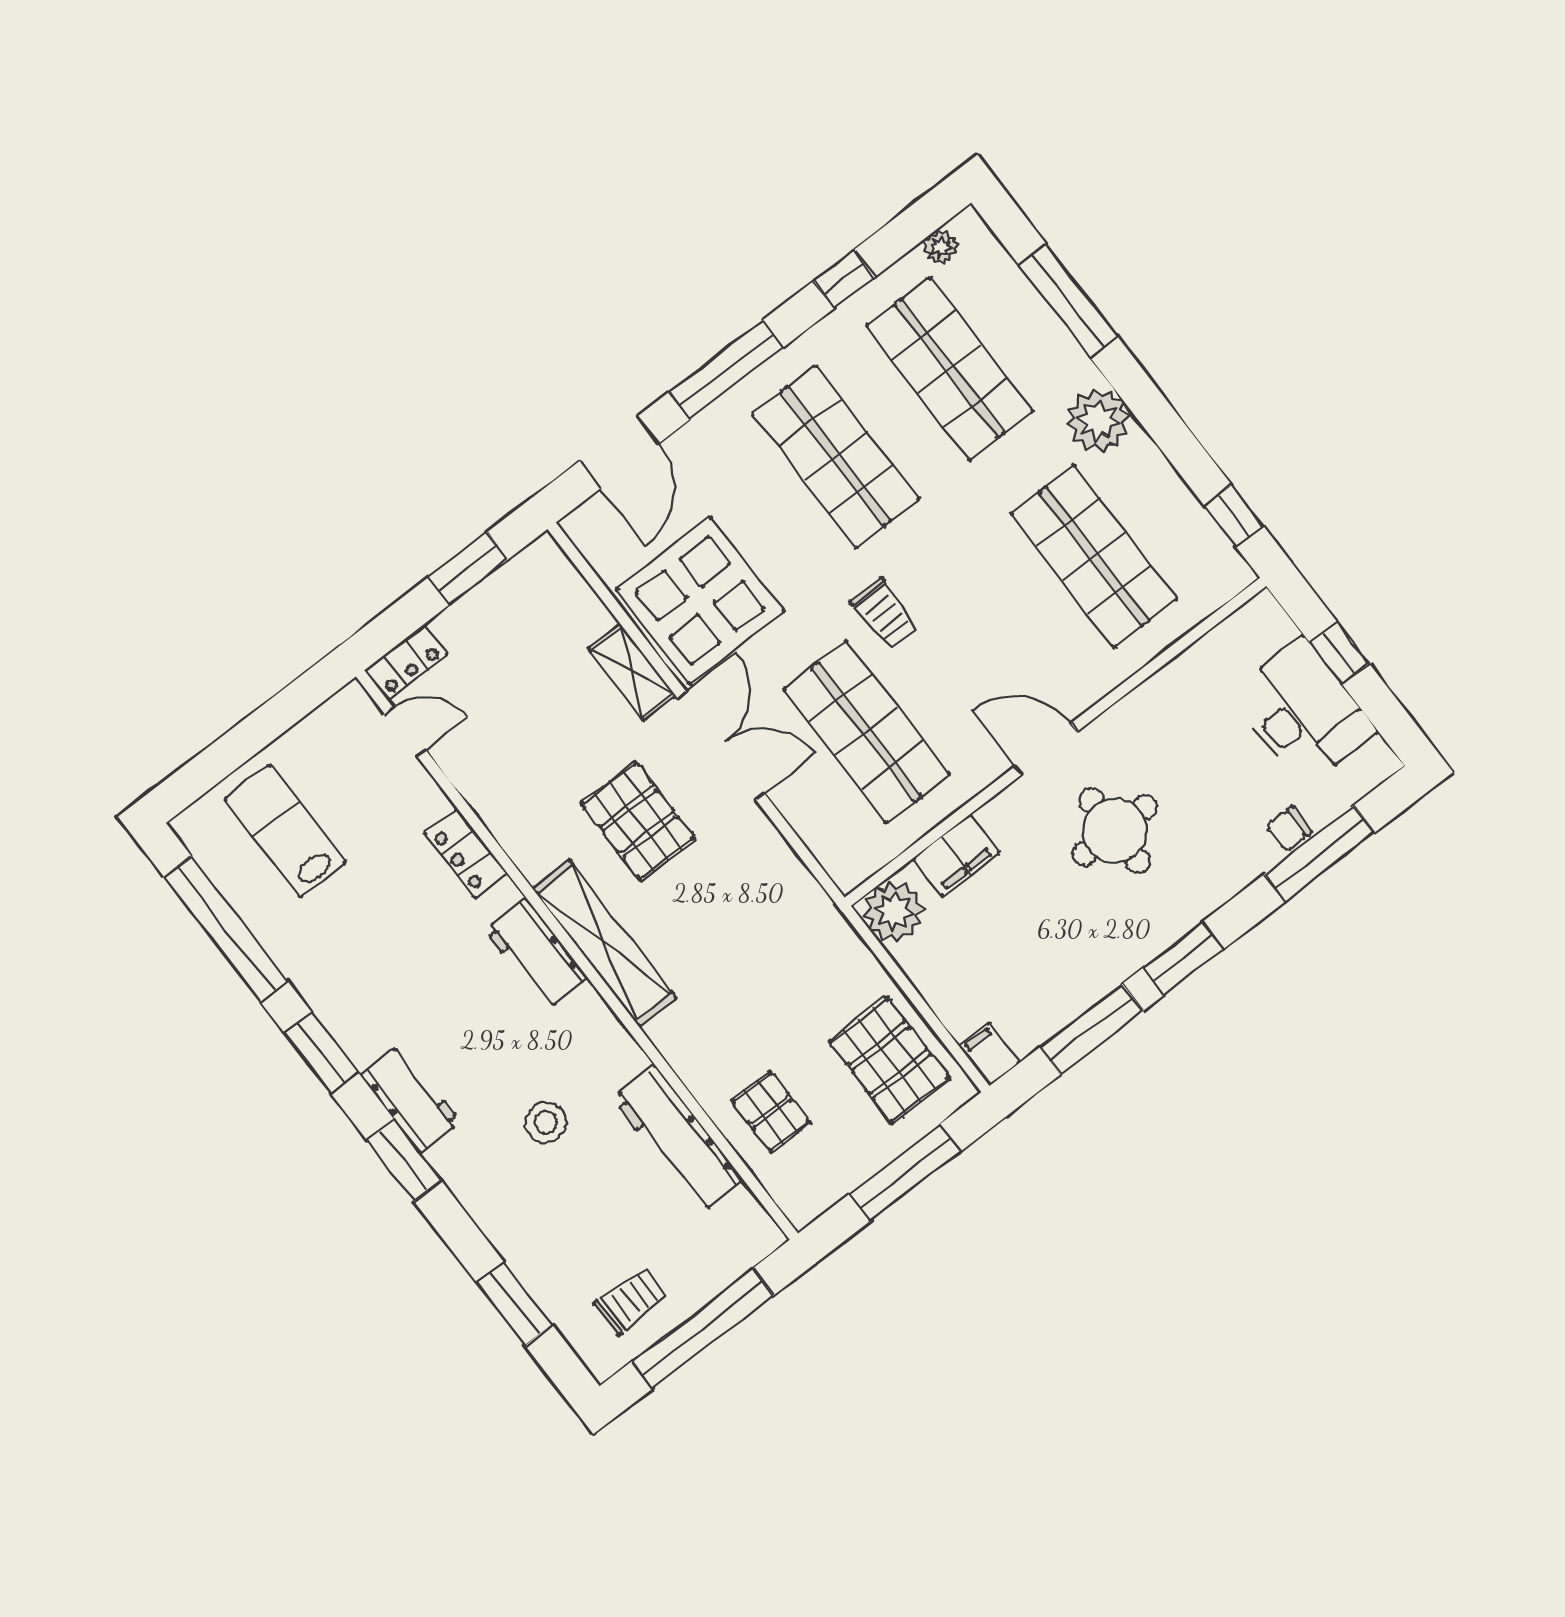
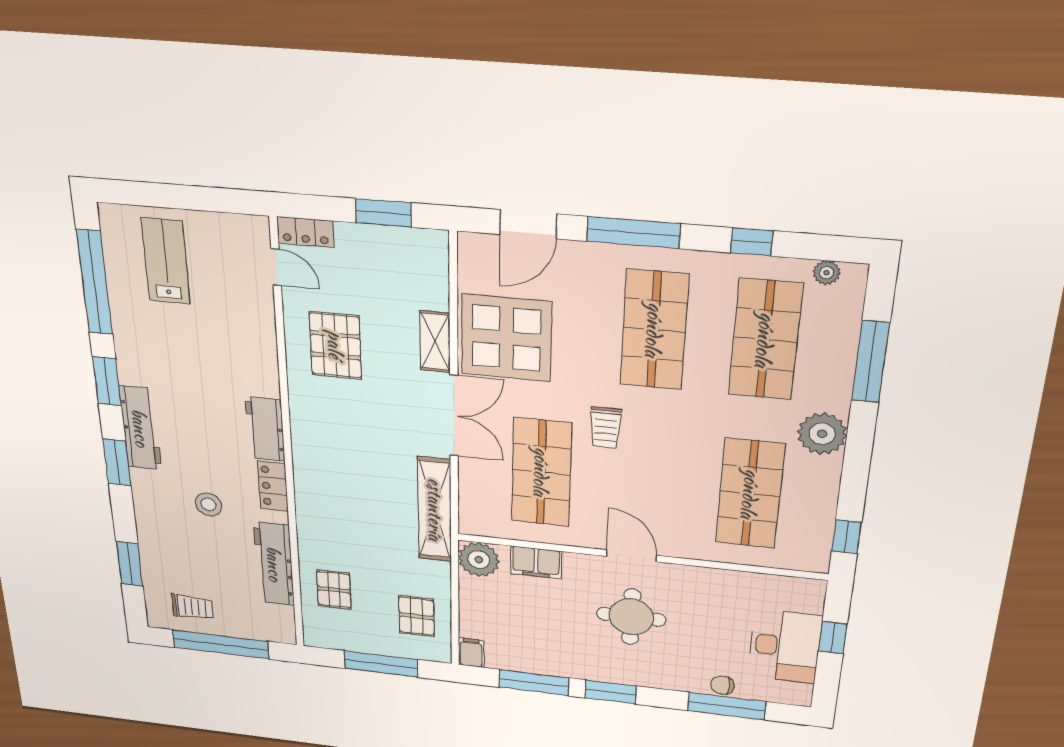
pallet: (638, 821) -> (335, 345), moved
locker: (466, 853) -> (273, 486), moved
shelving: (604, 943) -> (435, 510), moved
pallet: (889, 1060) -> (416, 616), width x0.67, depth x0.71
workbench: (410, 1099) -> (140, 428), width x1.38

